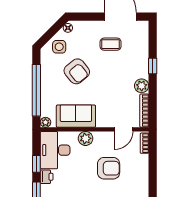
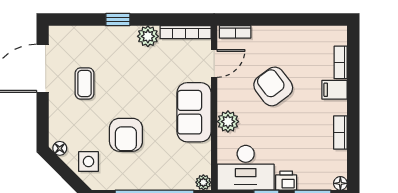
armchair: (77, 71) -> (126, 135), turned 129
sofa: (76, 116) -> (194, 112), moved
door: (124, 129) -> (214, 63), hinge flipped
armchair: (109, 168) -> (273, 86), turned -37

